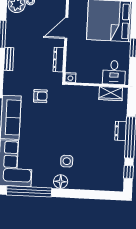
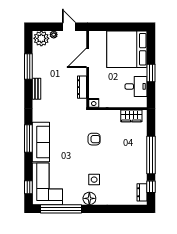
desk: (114, 72) -> (136, 86), moved, turned -90
armchair: (40, 96) -> (94, 139), moved
dresser: (121, 131) -> (142, 192), moved

